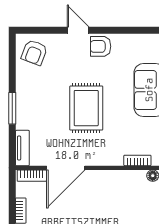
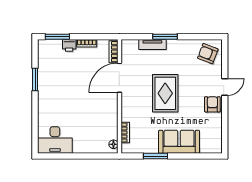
rug: (86, 108) -> (165, 93), turned 90
tv unit: (22, 148) -> (152, 44), moved
door: (66, 168) -> (119, 78), hinge flipped

